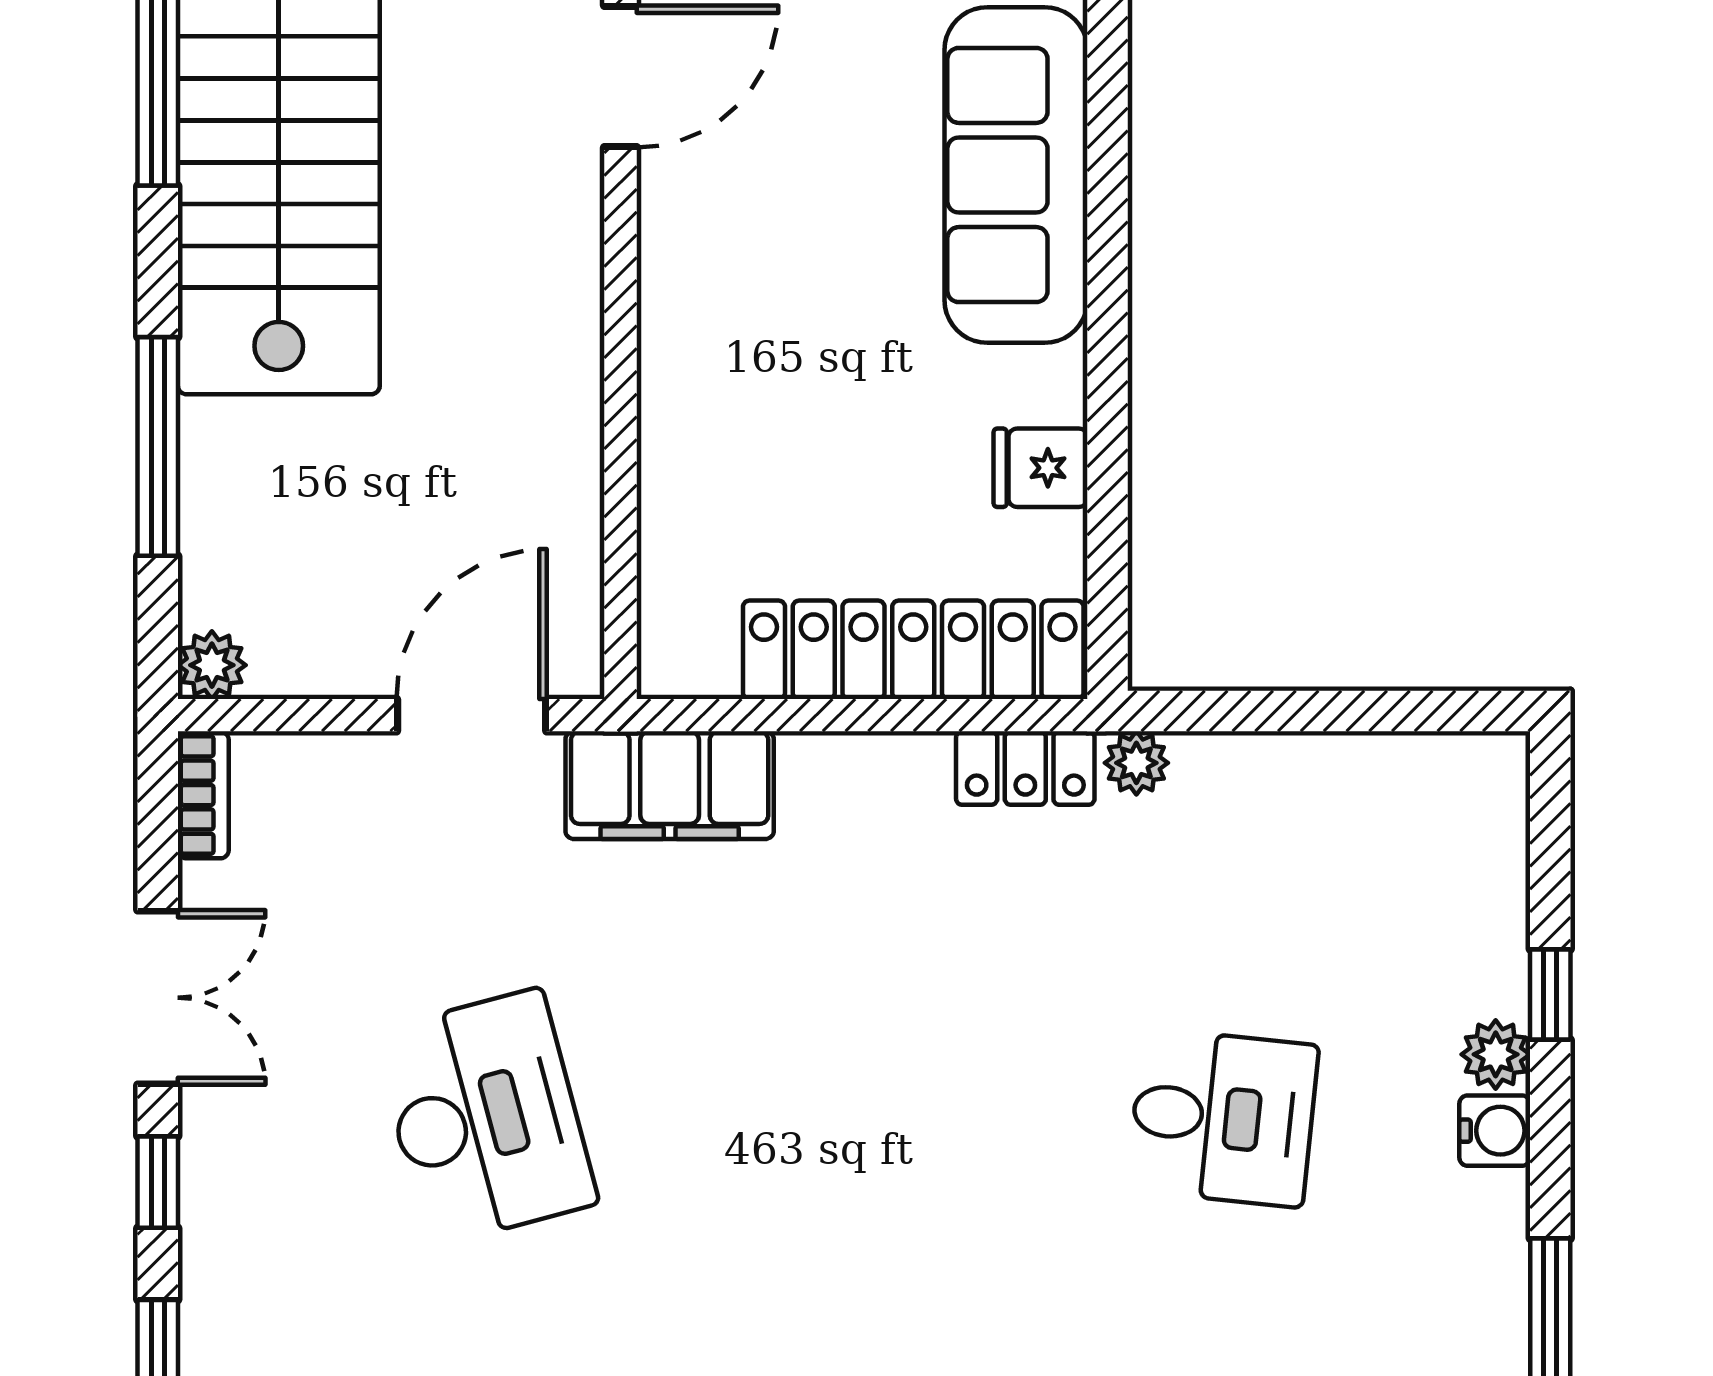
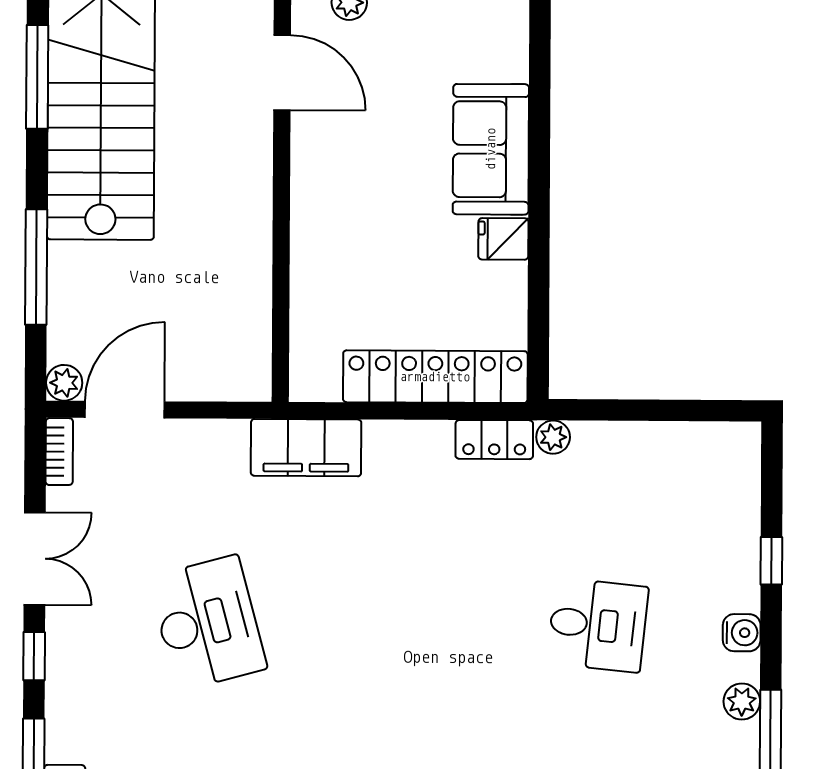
door: (621, 77) -> (282, 73), hinge flipped
sofa: (1016, 175) -> (491, 149), width x0.73
fridge: (1040, 468) -> (503, 239), moved
door: (472, 715) -> (125, 410), moved
plant: (1496, 1054) -> (742, 701), moved

